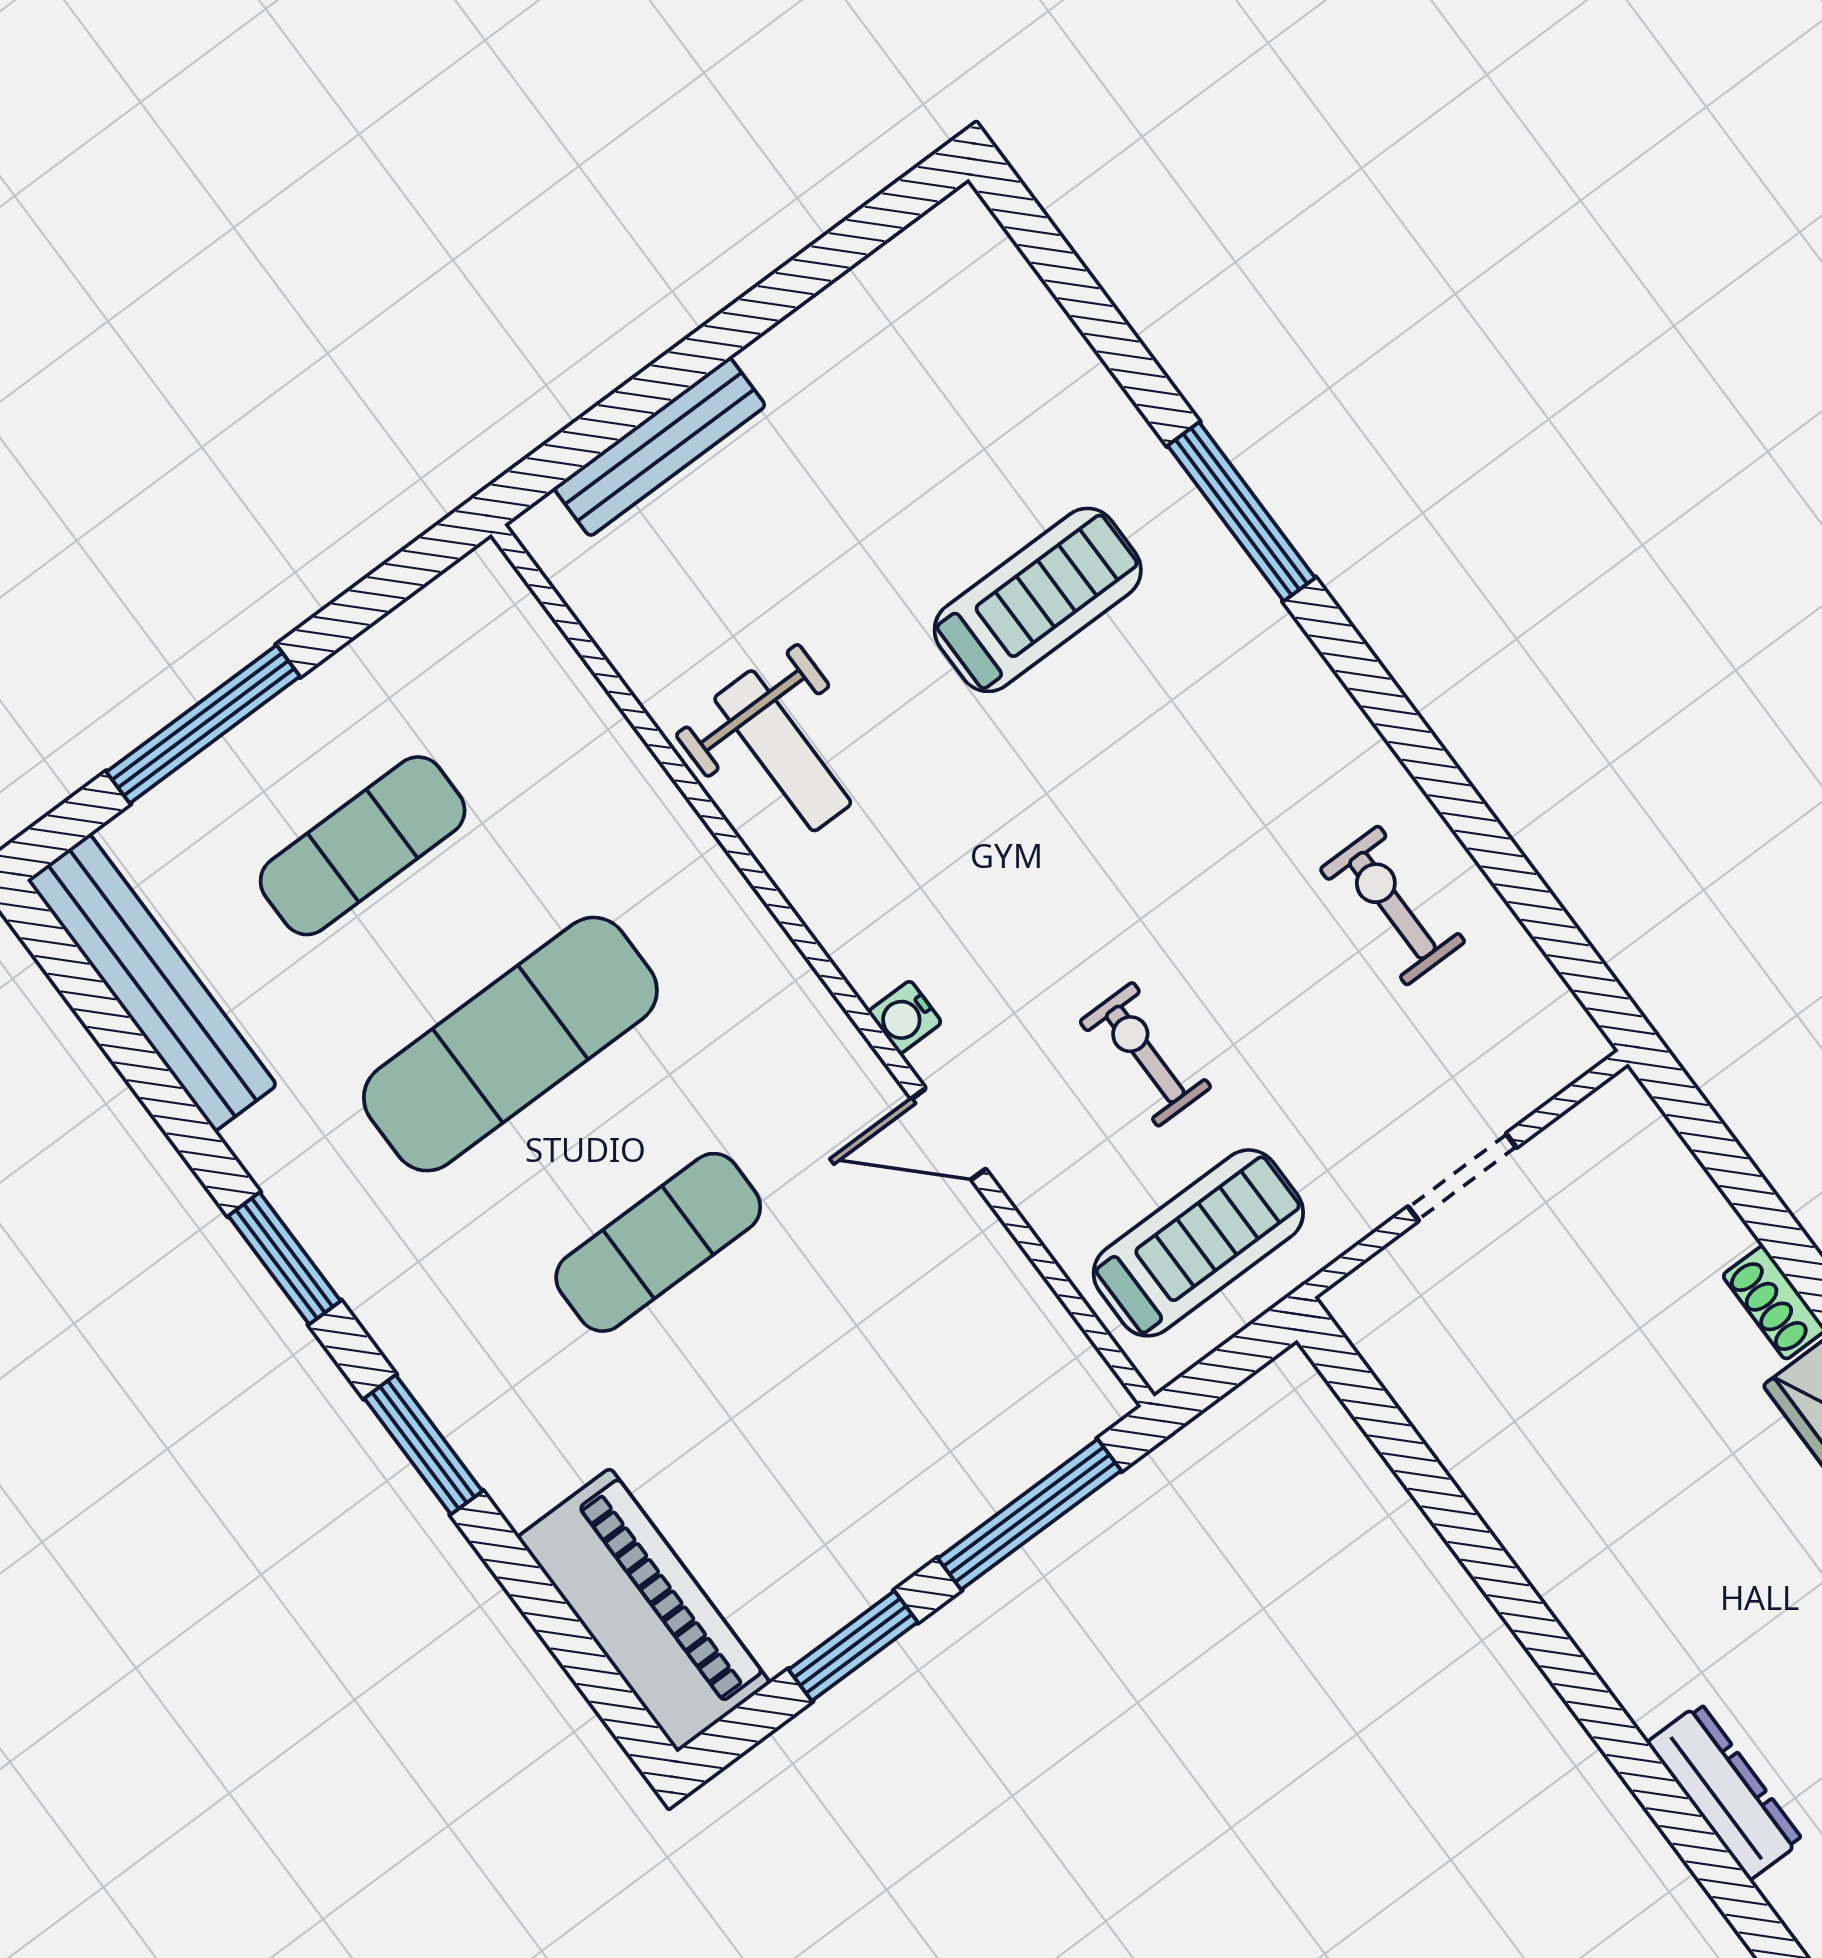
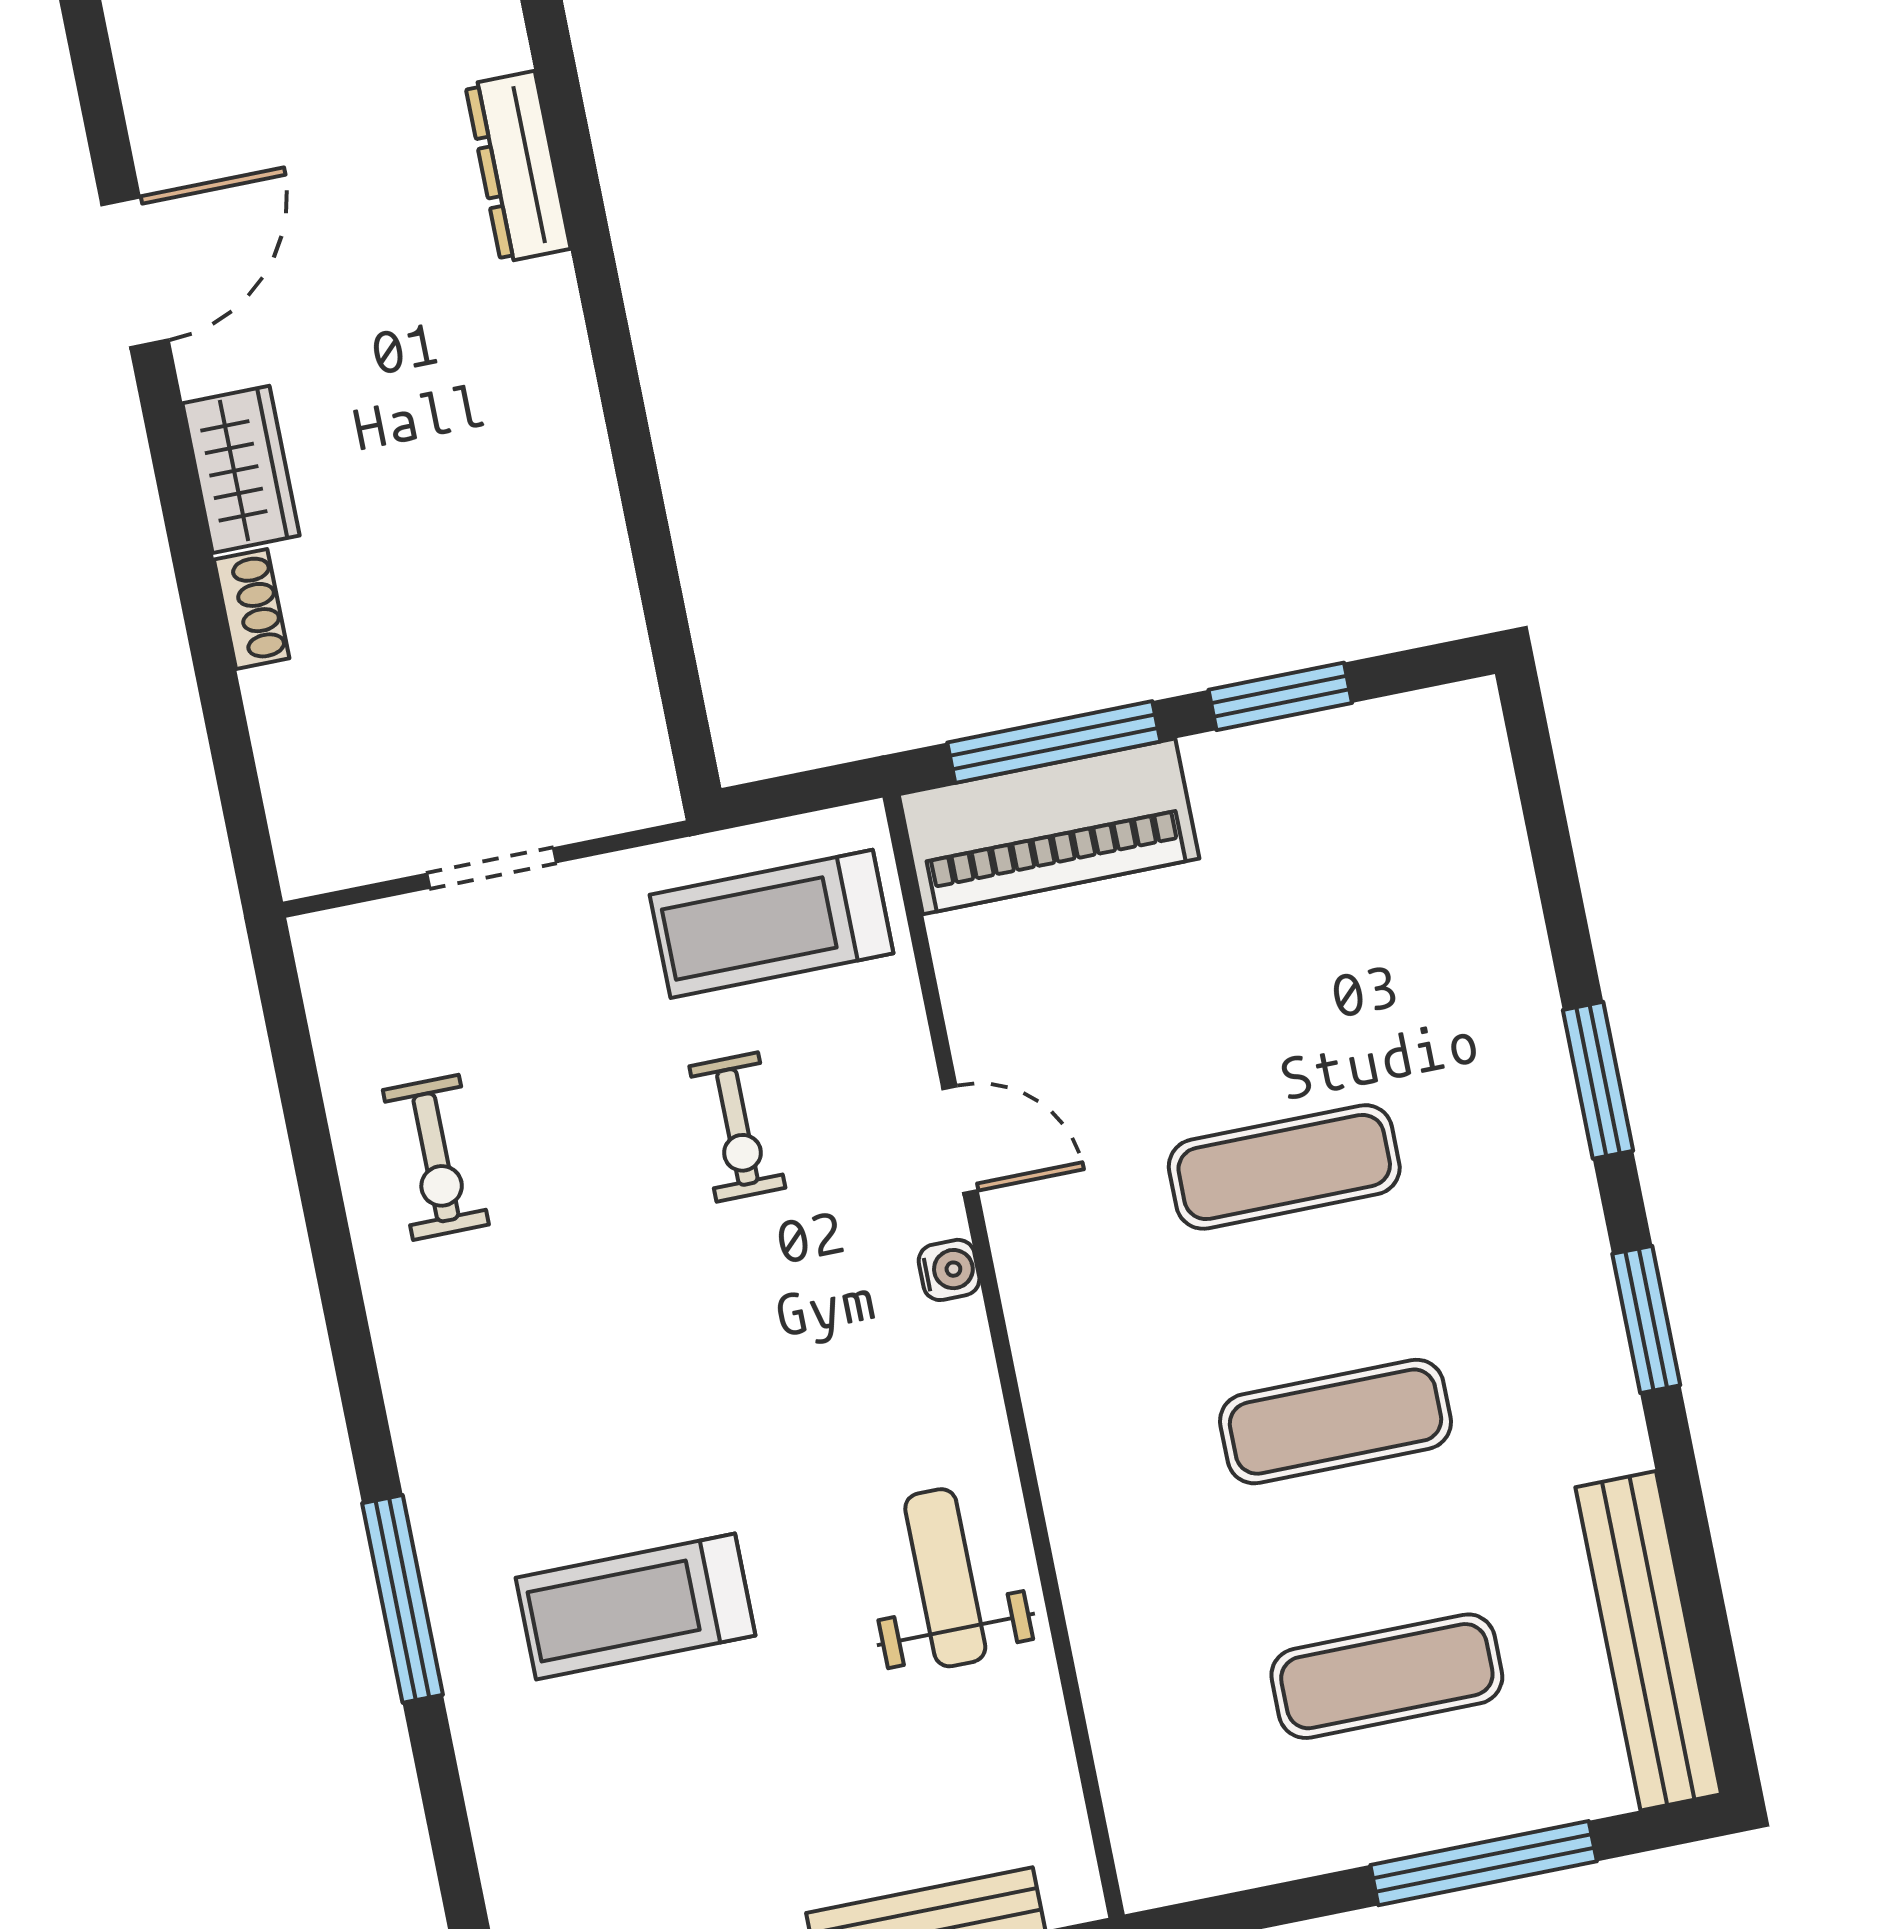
exercise mat: (510, 1044) -> (1336, 1422), width x0.73, depth x0.69
piano: (644, 1610) -> (1049, 826), moved, turned -90

